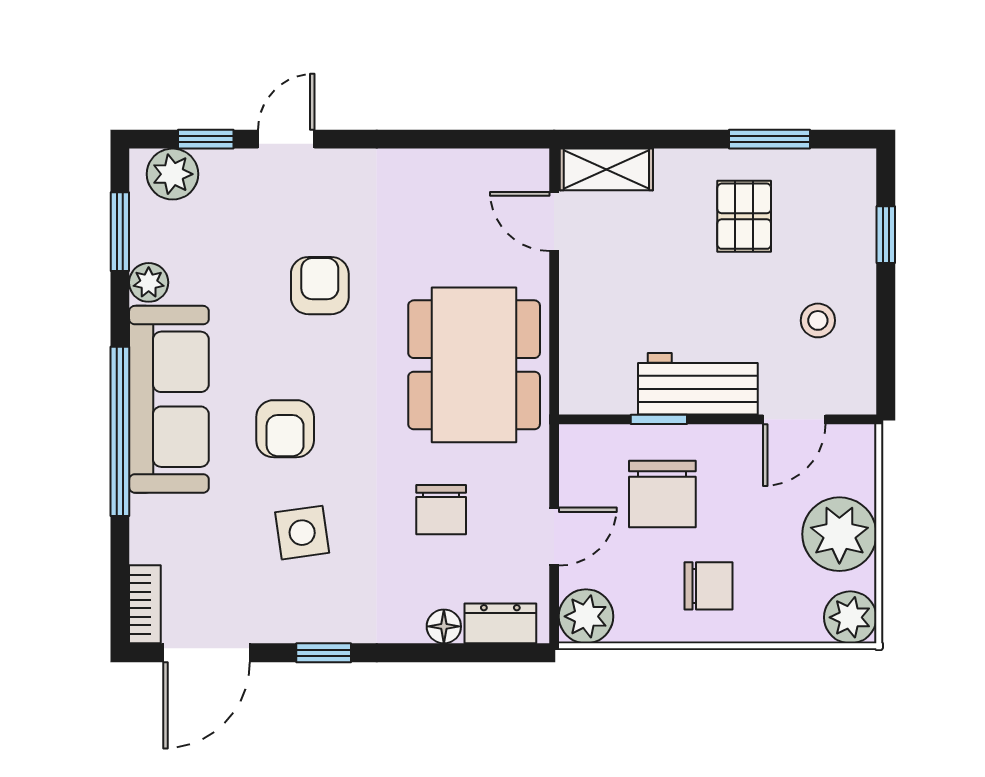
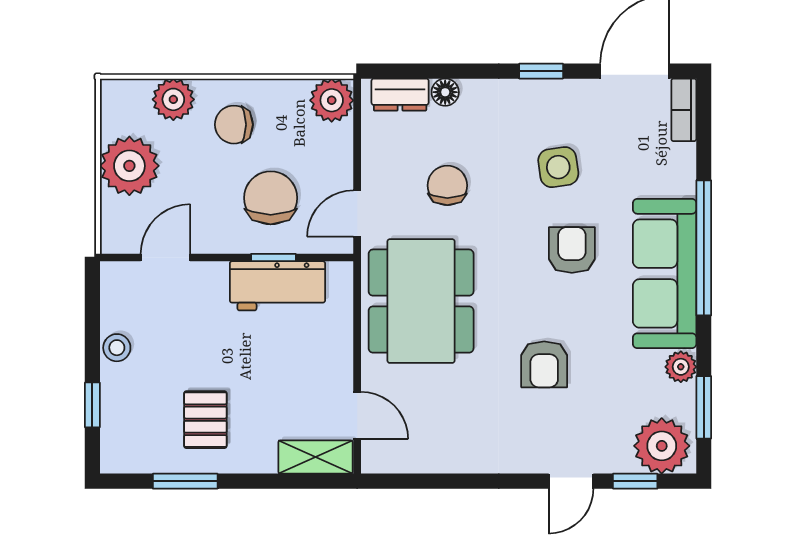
plant: (173, 174) -> (662, 446), width x1.36, depth x1.36
stool: (818, 320) -> (117, 348), moved
workbench: (698, 384) -> (277, 286), moved
door: (554, 537) -> (357, 213), moved
plant: (850, 617) -> (173, 99), moved

